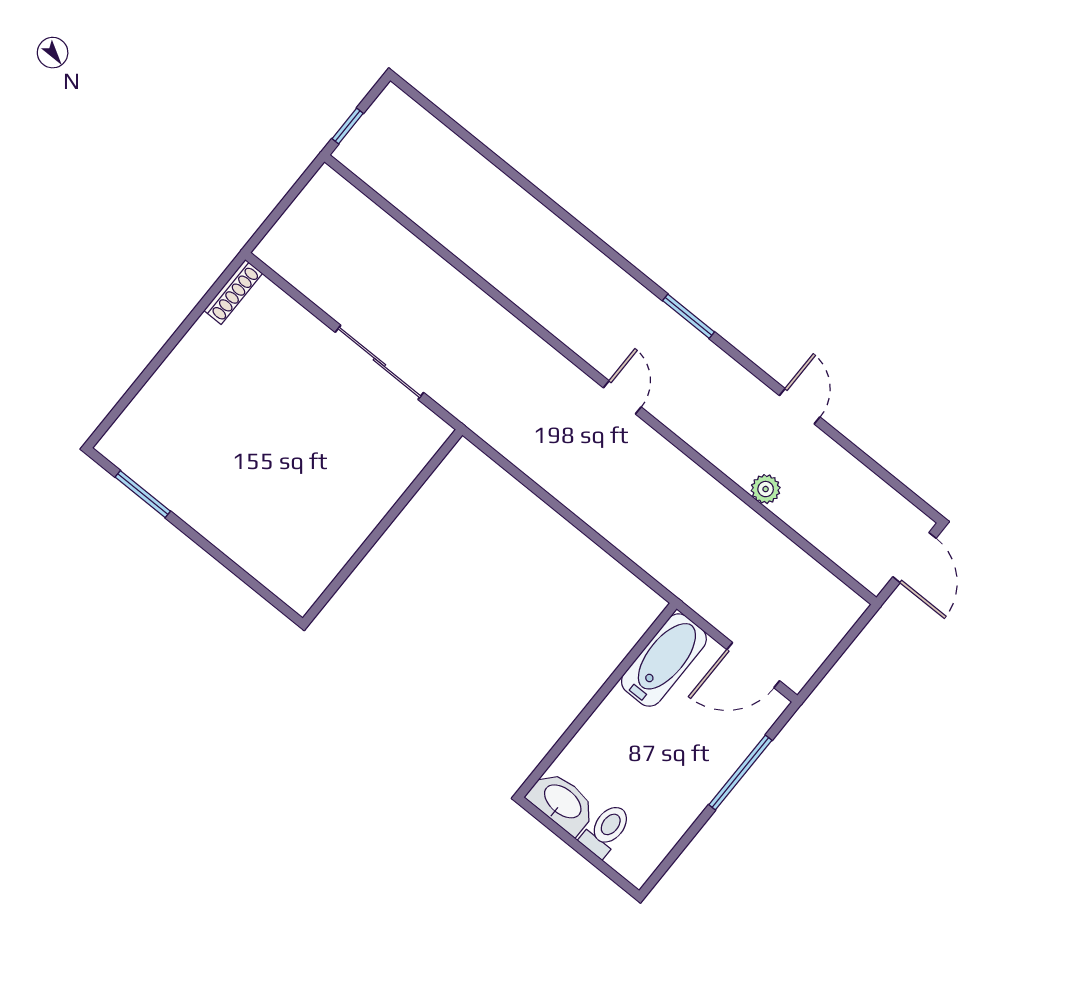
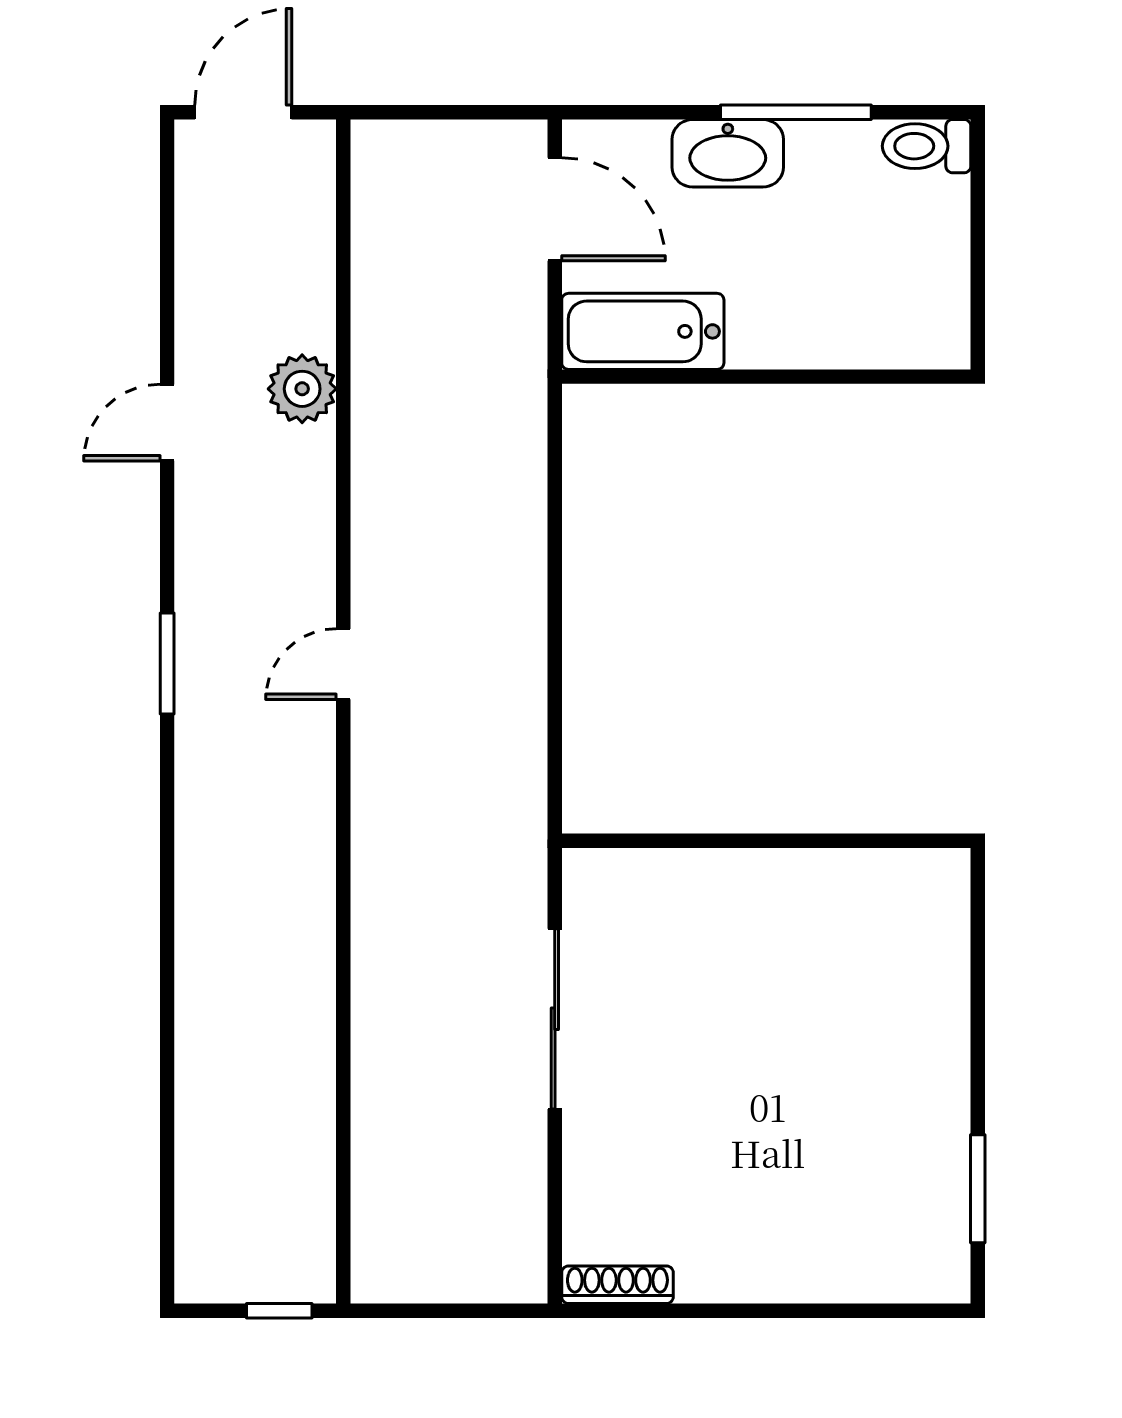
plant: (766, 489) -> (302, 389), width x1.38, depth x1.38
window: (740, 772) -> (796, 112), moved
washbasin: (562, 802) -> (728, 153), moved, turned -90
toilet: (606, 830) -> (927, 146), moved

